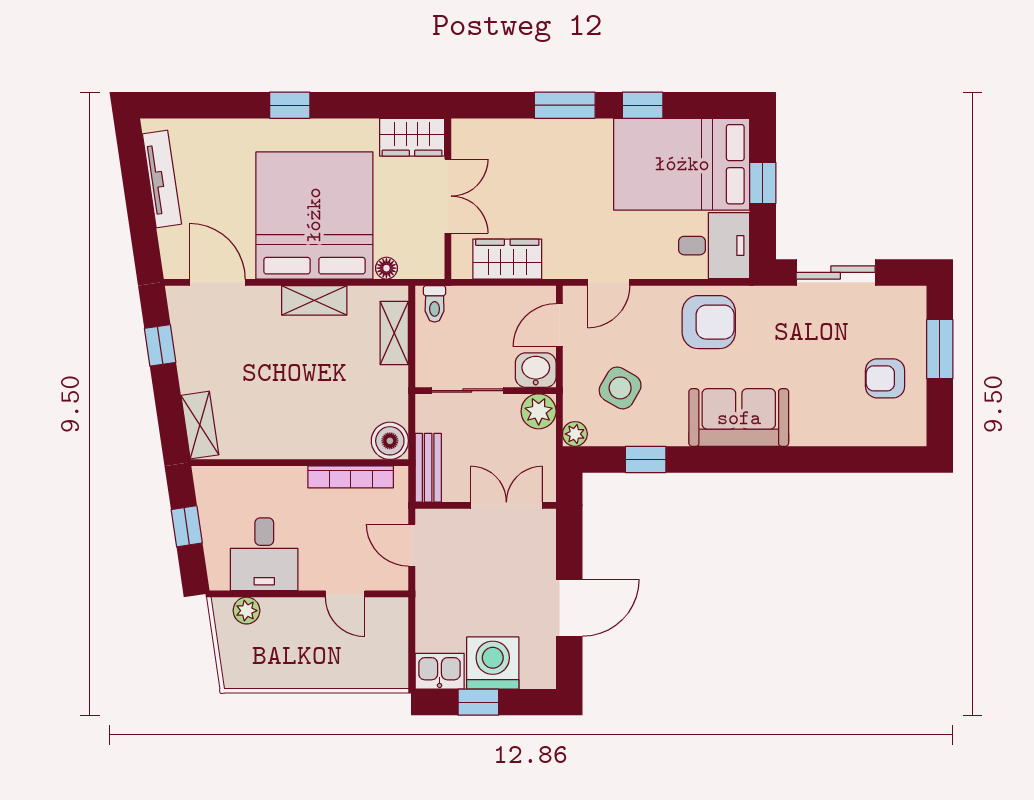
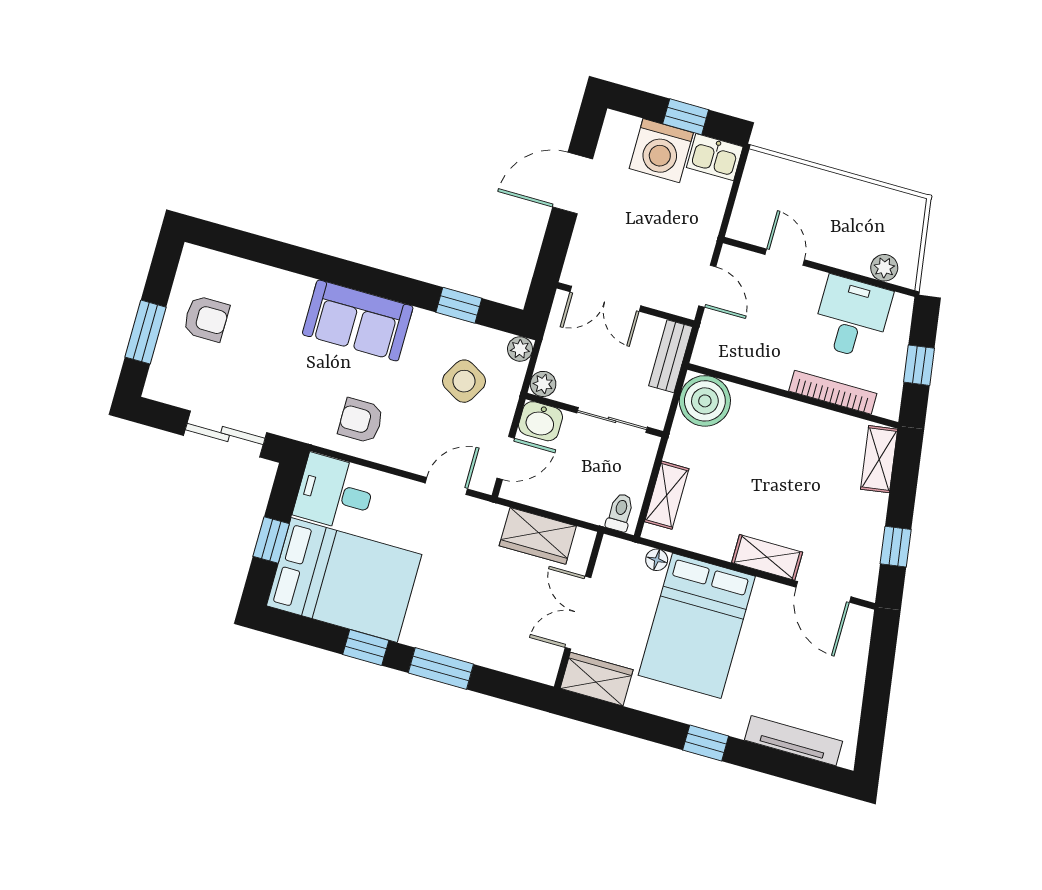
tv unit: (162, 179) -> (794, 741), moved, turned 98
bed: (314, 215) -> (697, 626), width x0.73
shelving: (314, 300) -> (767, 557), moved
armchair: (709, 322) -> (361, 421), width x0.72, depth x0.72
plant: (539, 411) -> (543, 384), width x0.73, depth x0.73
boiler: (390, 441) -> (705, 401), width x1.37, depth x1.37
bookcase: (351, 477) -> (833, 392), moved

